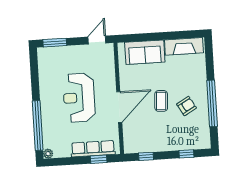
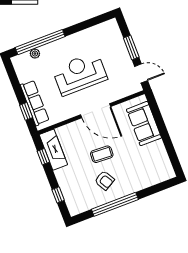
window: (55, 43) -> (131, 48), moved
fireplace: (184, 46) -> (53, 150), moved, turned 180
door: (119, 107) -> (96, 111), moved
plant: (48, 154) -> (35, 54), moved

